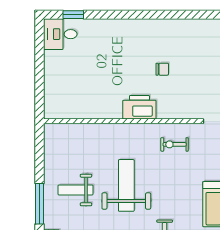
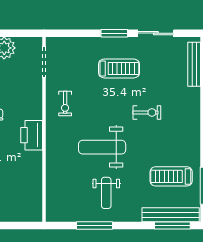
window: (39, 204) -> (95, 225), moved

